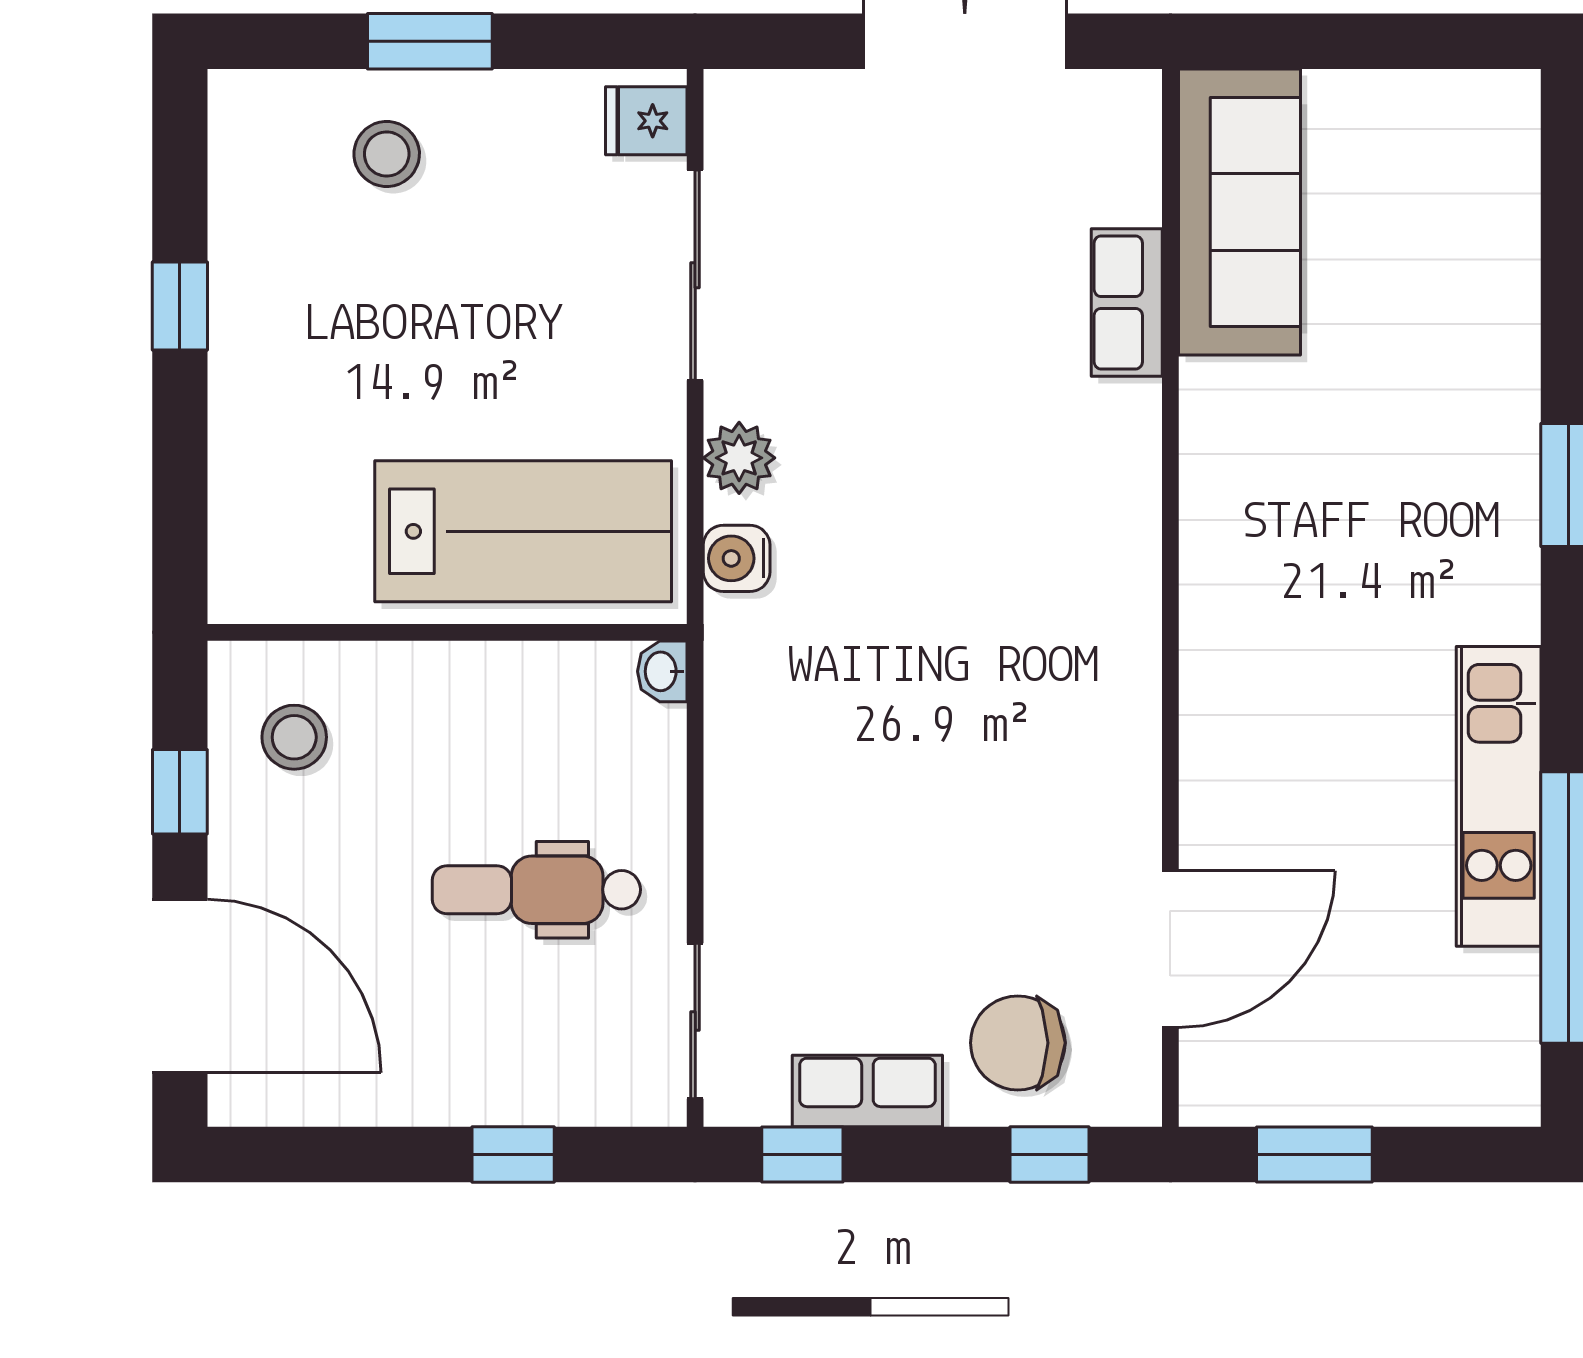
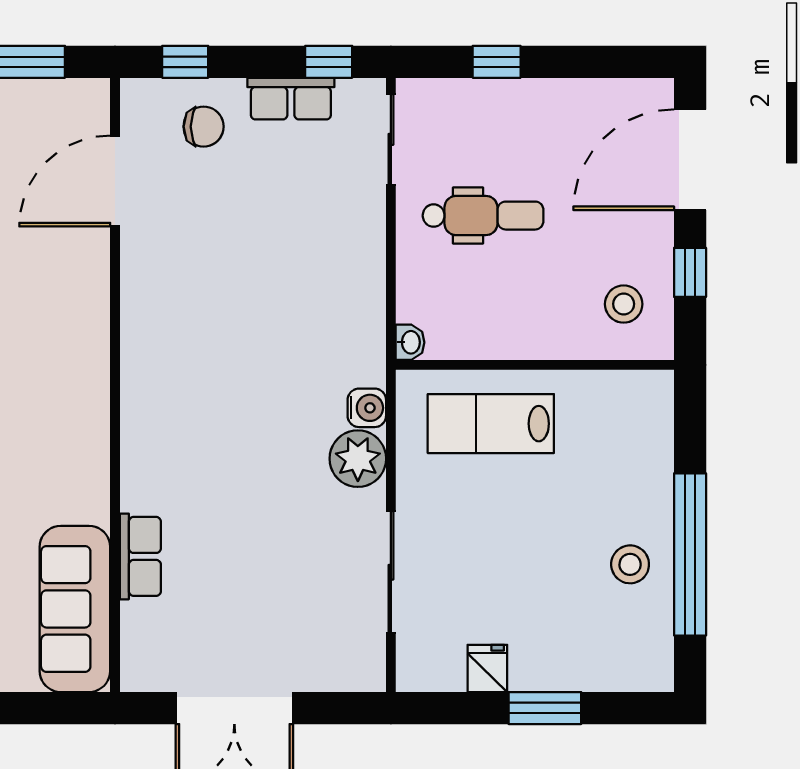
fridge: (646, 121) -> (487, 668), moved, turned -90
stool: (387, 154) -> (630, 564), moved
window: (180, 306) -> (690, 554), width x3.17
plant: (739, 458) -> (358, 459), width x1.36, depth x1.36
lab bench: (523, 531) -> (491, 424), width x0.73, depth x0.72
door: (180, 986) -> (690, 160), hinge flipped
chair: (1018, 1043) -> (204, 127), width x0.73, depth x0.73

